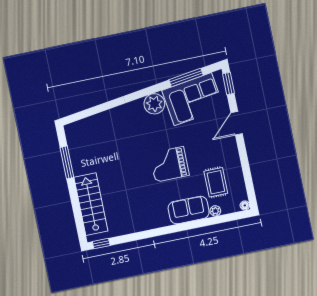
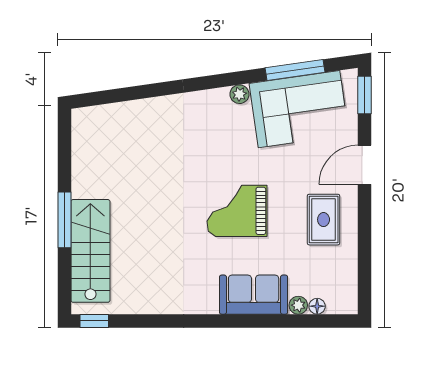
plant: (154, 104) -> (239, 94), width x0.53, depth x0.53
window: (67, 162) -> (64, 220), moved
rug: (216, 182) -> (324, 220), moved
floor lamp: (245, 205) -> (317, 306), moved

